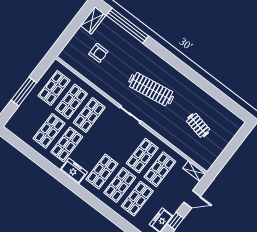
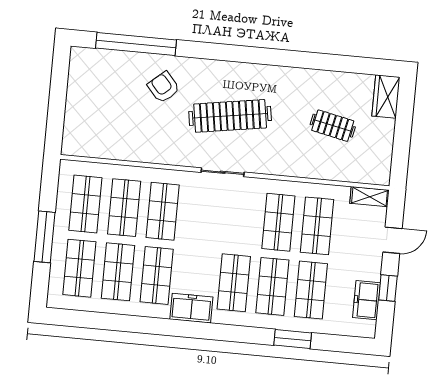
wardrobe: (93, 20) -> (386, 96), moved, turned 180
armchair: (98, 53) -> (164, 87), moved, turned -131
shop shelf: (31, 117) -> (79, 268), added
window: (113, 217) -> (293, 339), added

